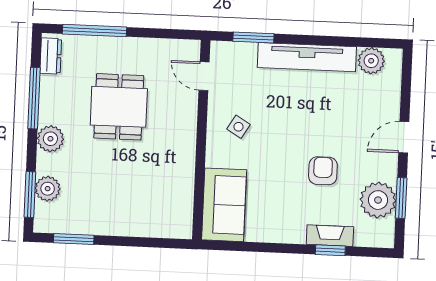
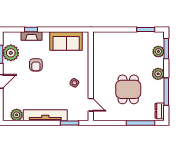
sofa: (224, 205) -> (66, 41), moved, turned -90

